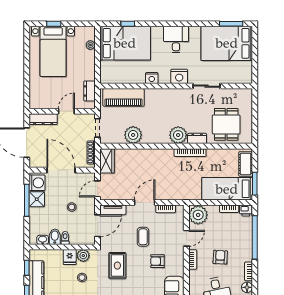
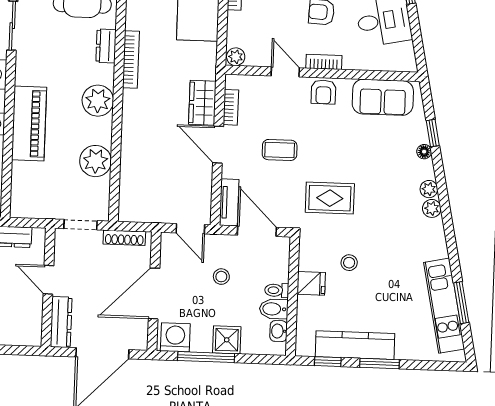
piano: (124, 97) -> (29, 124), moved
plant: (178, 135) -> (98, 101), moved
wardrobe: (107, 161) -> (202, 103), moved, turned -90
shower: (37, 199) -> (227, 340), moved
plant: (198, 215) -> (236, 57), width x0.53, depth x0.53
plant: (83, 256) -> (310, 259), removed
armchair: (157, 261) -> (323, 92), moved

